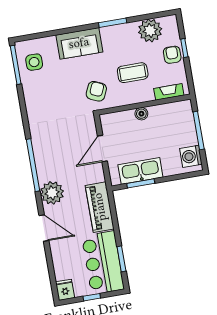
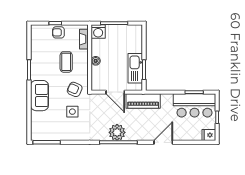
plant: (150, 31) -> (39, 45), removed
side table: (34, 62) -> (72, 112), moved
washing machine: (191, 156) -> (98, 32), moved
plant: (52, 193) -> (117, 132), moved
piano: (100, 207) -> (143, 101), moved

